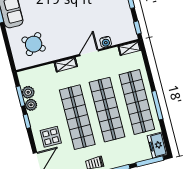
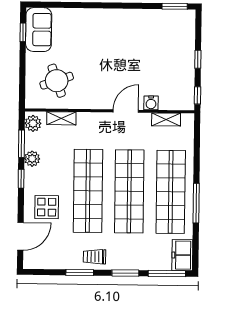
round table: (34, 44) -> (57, 81), turned 31
shelving: (130, 48) -> (166, 120), moved
shelving: (66, 65) -> (61, 118), moved
plant: (28, 92) -> (33, 123), moved

